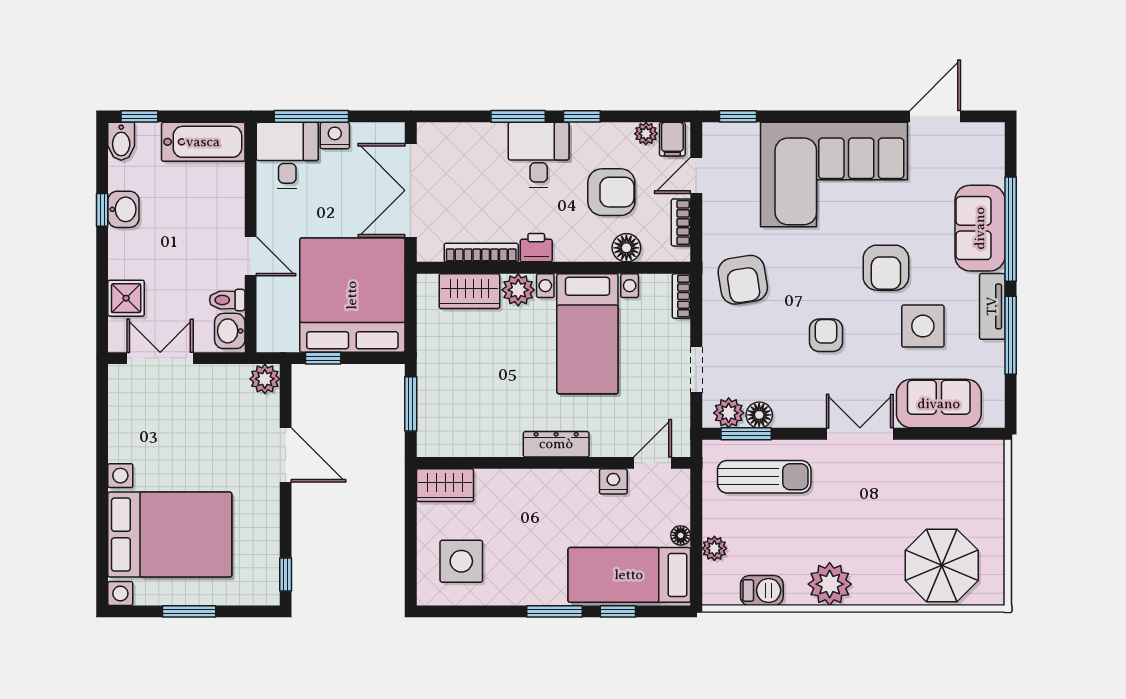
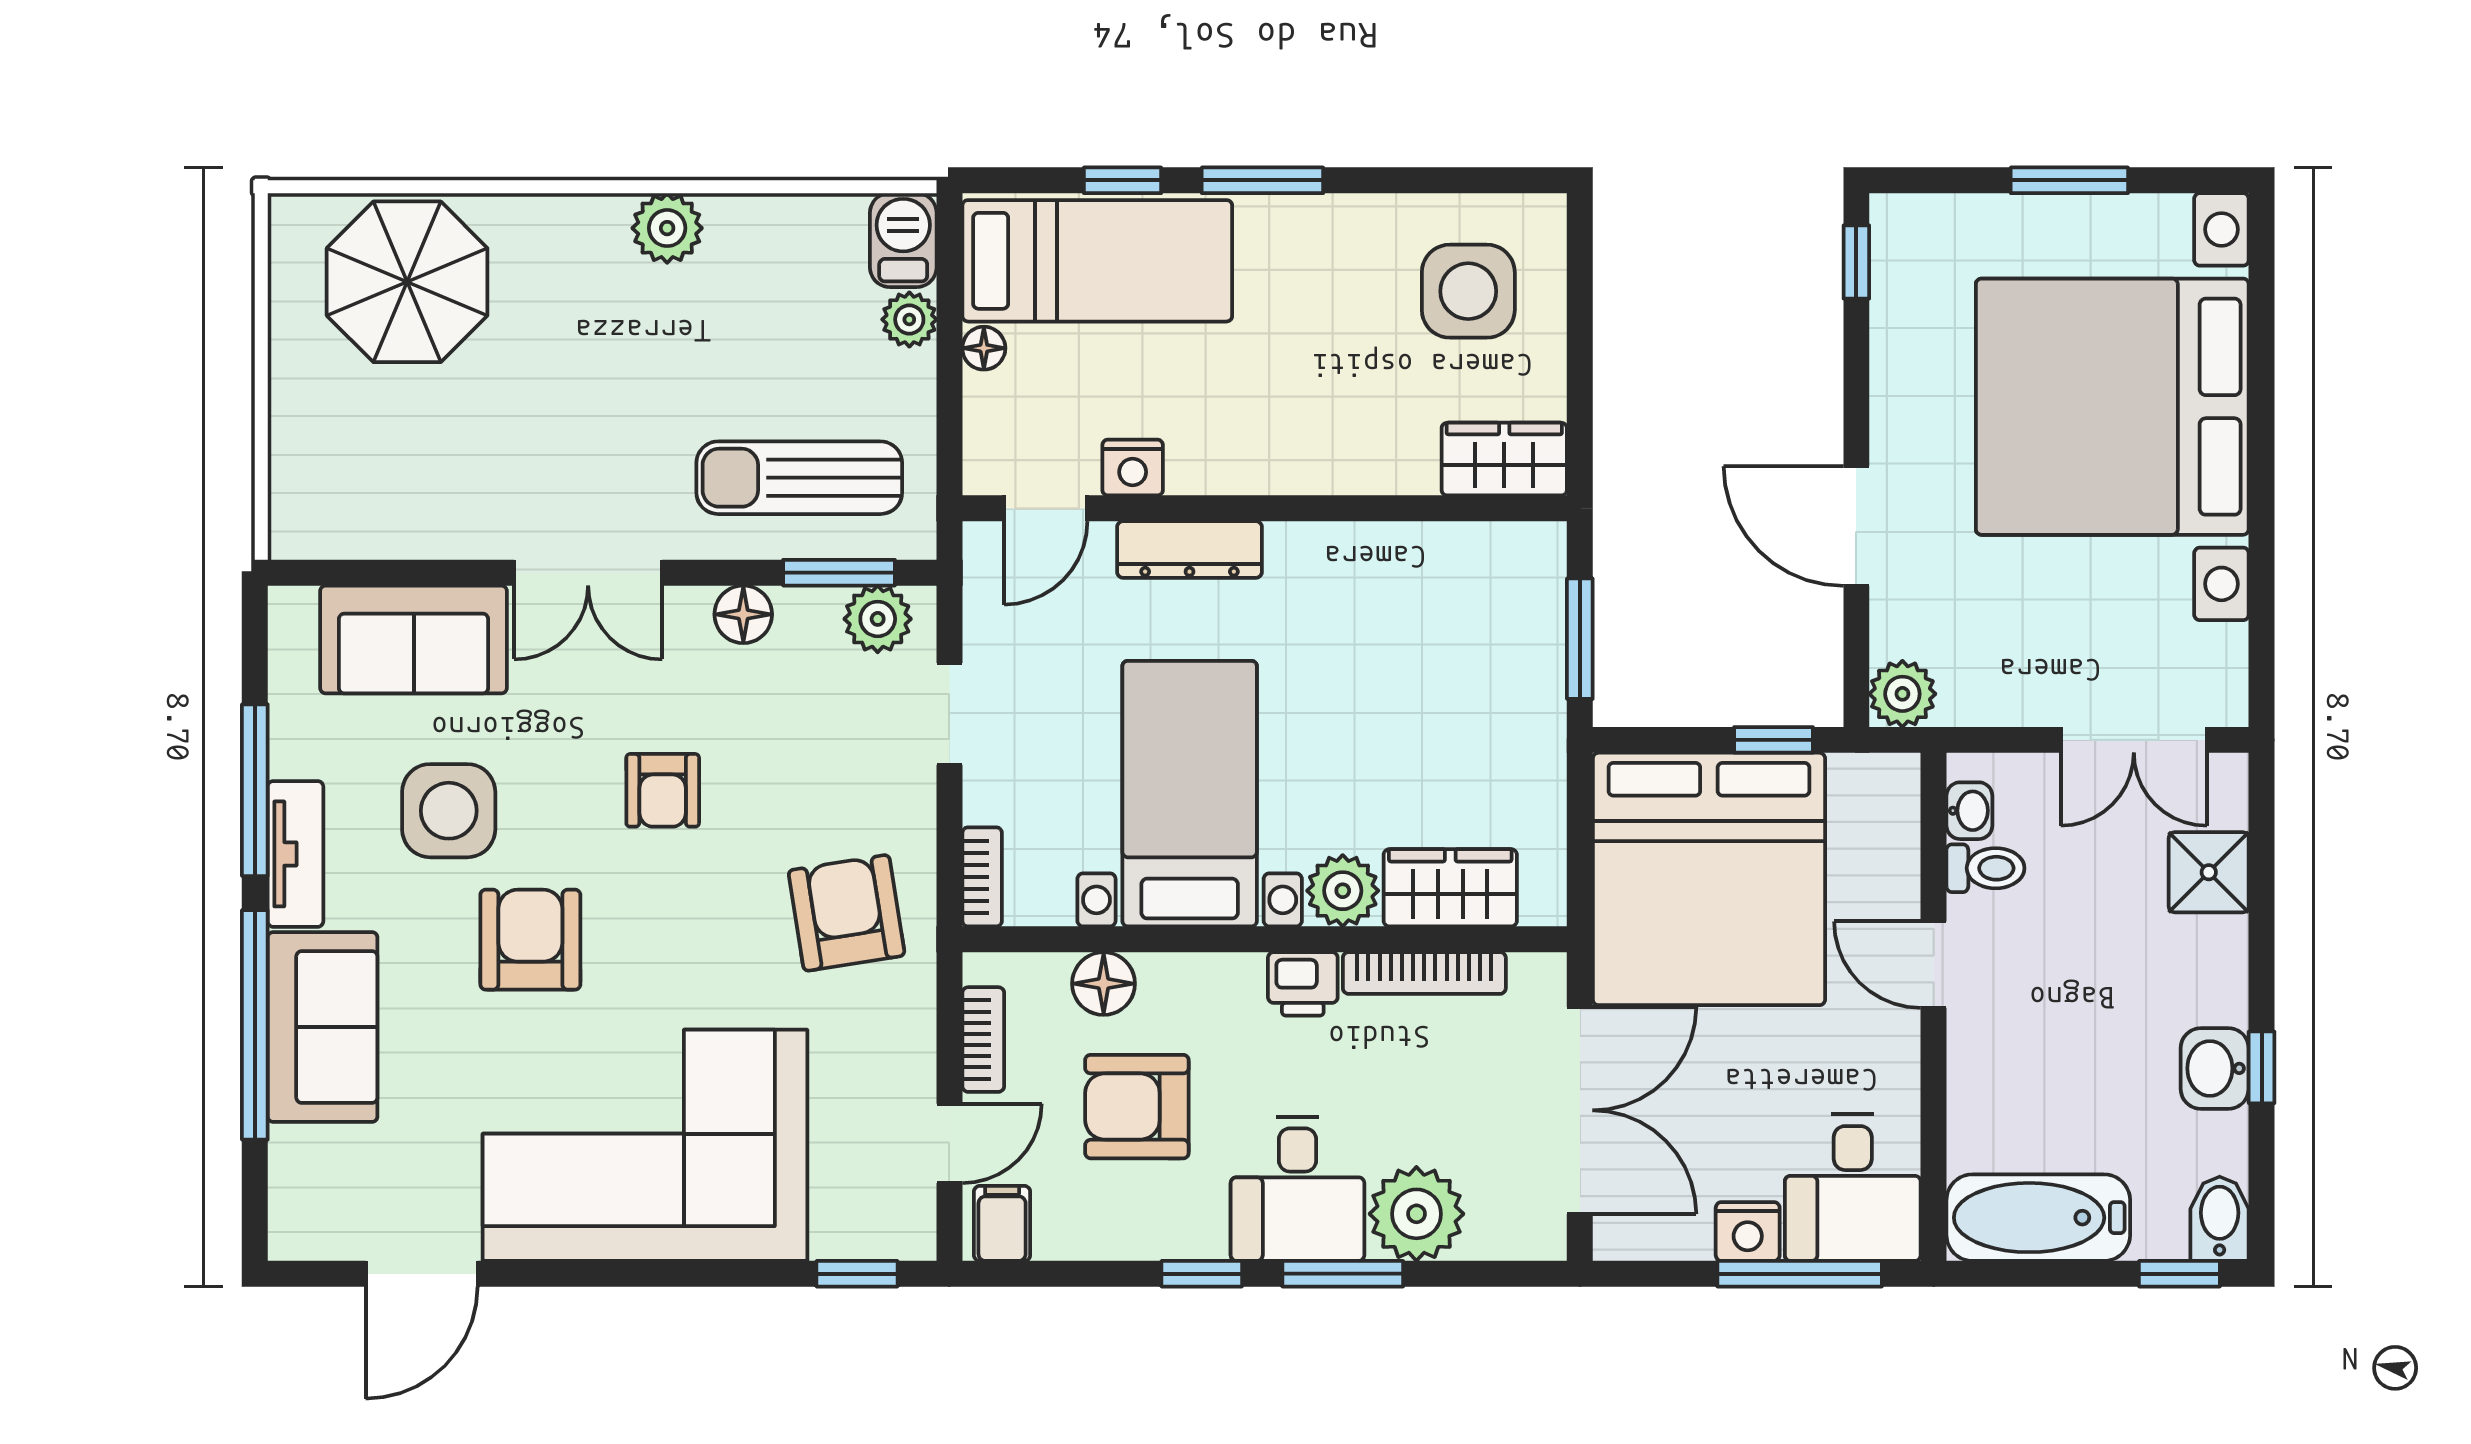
plant: (646, 134) -> (1416, 1214), moved, width x1.87, depth x1.87
washbasin: (230, 331) -> (1969, 811), width x0.72, depth x0.69
floor lamp: (759, 415) -> (743, 614), moved
dresser: (556, 444) -> (1189, 549), moved
bed with nightstands: (170, 535) -> (2112, 407), width x1.36
plant: (830, 584) -> (667, 228), width x0.73, depth x0.73
barbecue: (762, 590) -> (903, 240), moved, turned 90

